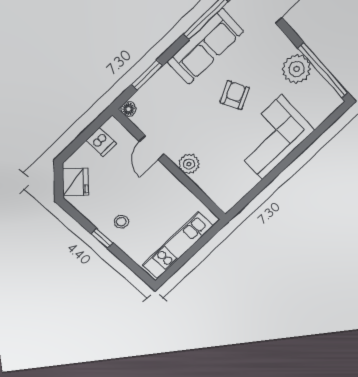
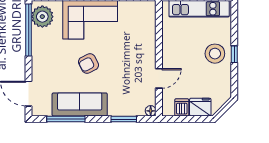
plant: (297, 69) -> (42, 17), moved
plant: (189, 164) -> (148, 50), removed
fridge: (75, 182) -> (200, 107), moved, turned 45
stool: (121, 222) -> (215, 54), width x1.89, depth x1.89

